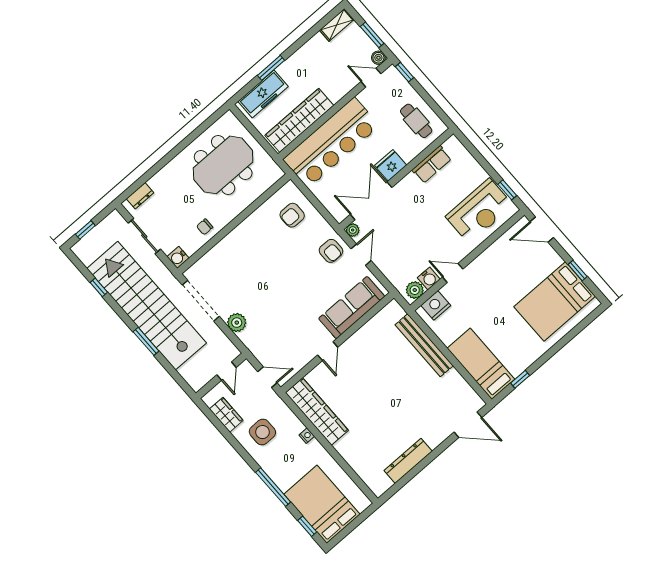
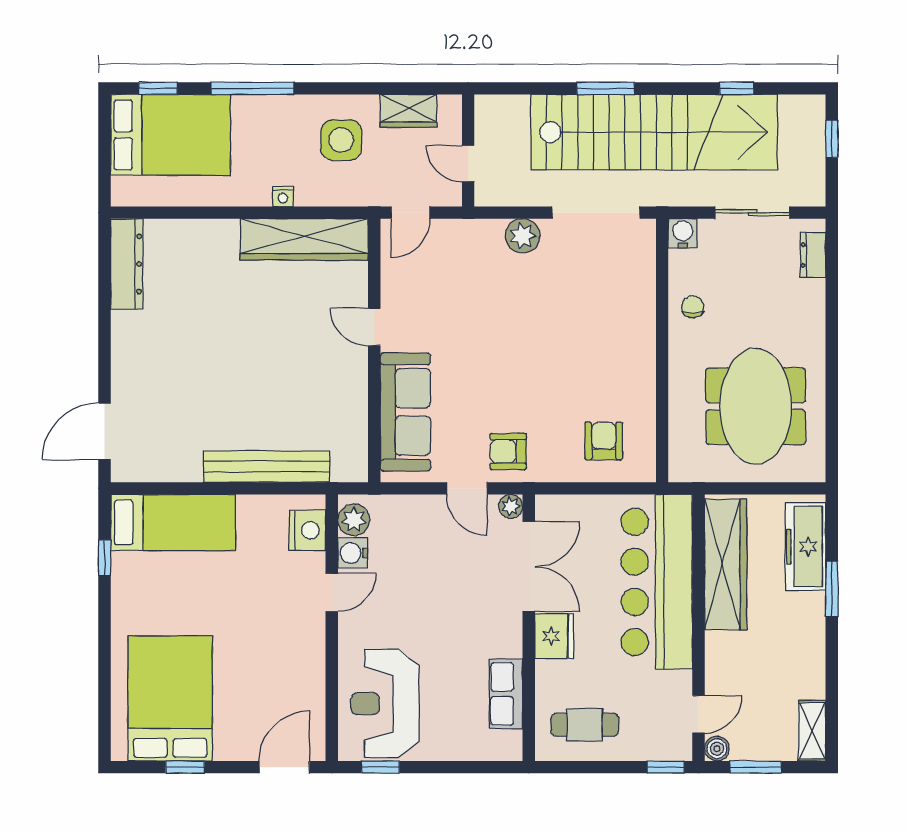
dresser: (408, 461) -> (127, 264), moved

